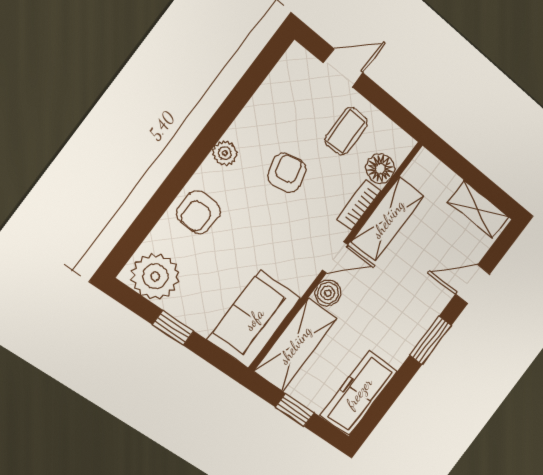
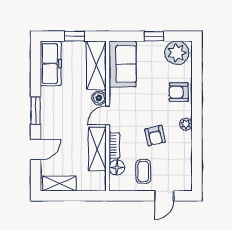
armchair: (199, 212) -> (179, 92), turned -93

